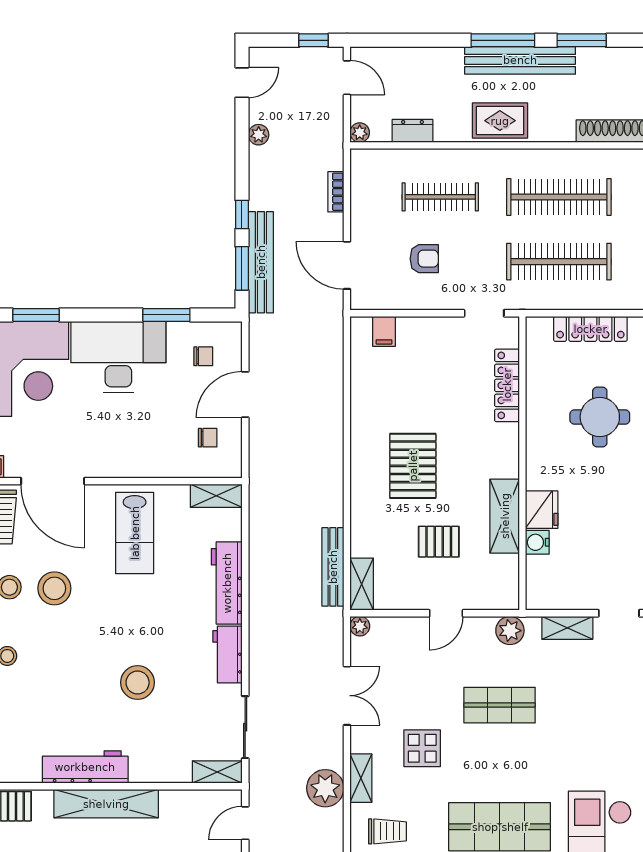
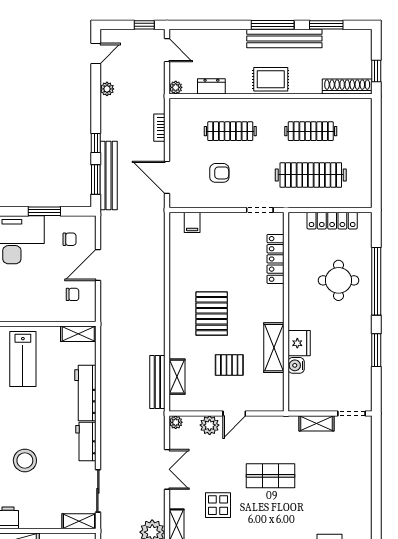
clothes rail: (559, 197) -> (311, 131), width x0.73, depth x0.76
shelving: (362, 584) -> (177, 377), moved
plant: (510, 631) -> (210, 425), moved

